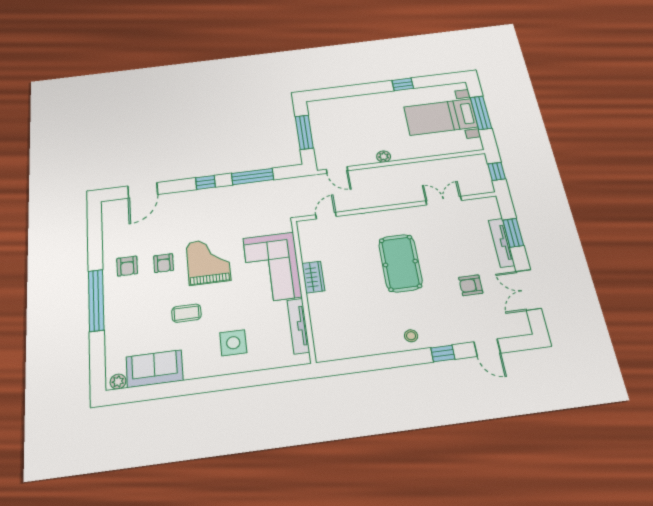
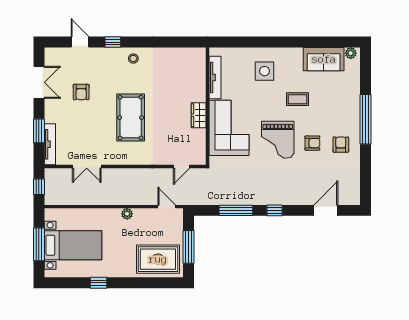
rug: (338, 116) -> (158, 259), added
tv unit: (502, 243) -> (50, 144), moved
armchair: (164, 263) -> (312, 143), turned 90
armchair: (471, 285) -> (81, 92), turned 90

